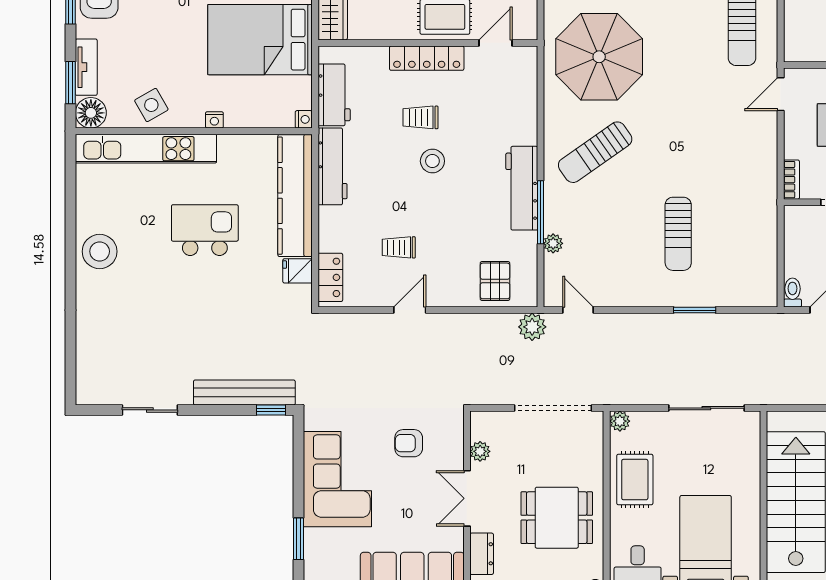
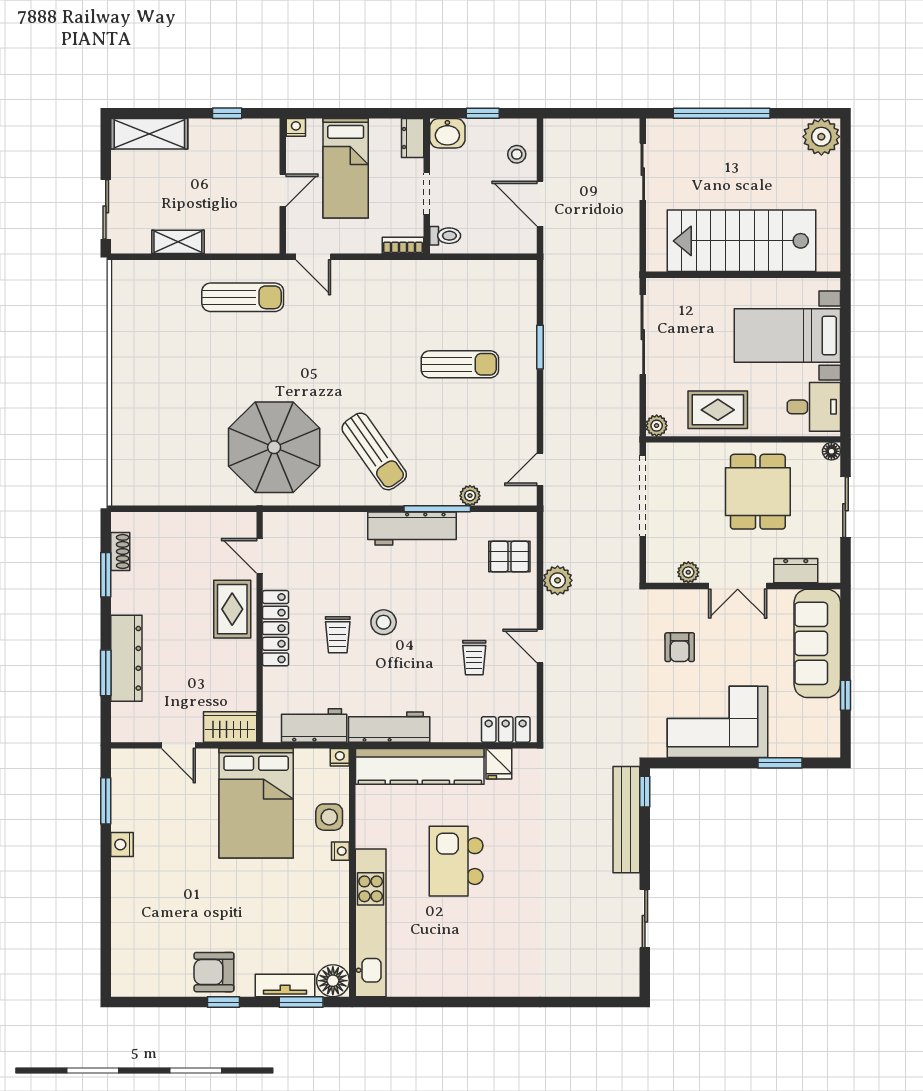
side table: (151, 105) -> (329, 817), moved, turned 30
stool: (100, 251) -> (478, 972), removed
toilet: (792, 293) -> (445, 236), moved, turned 180
plant: (532, 327) -> (558, 580), moved

